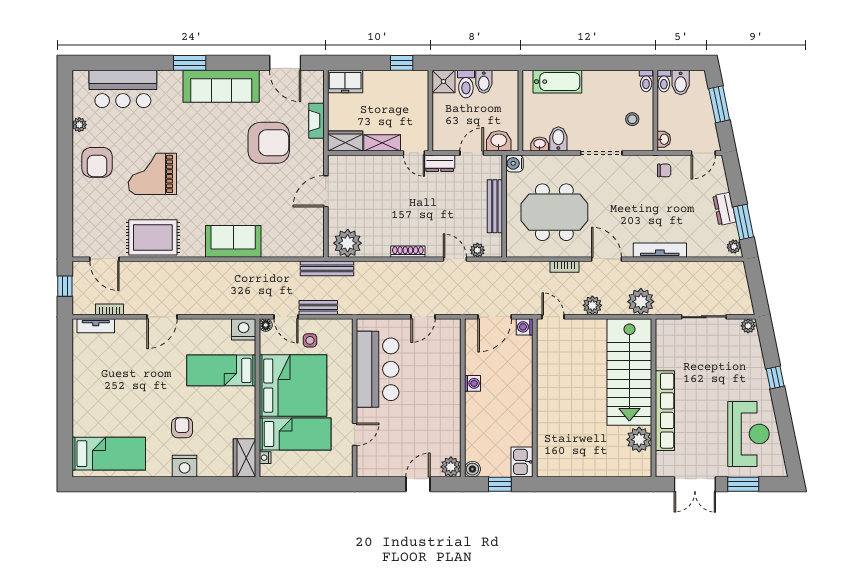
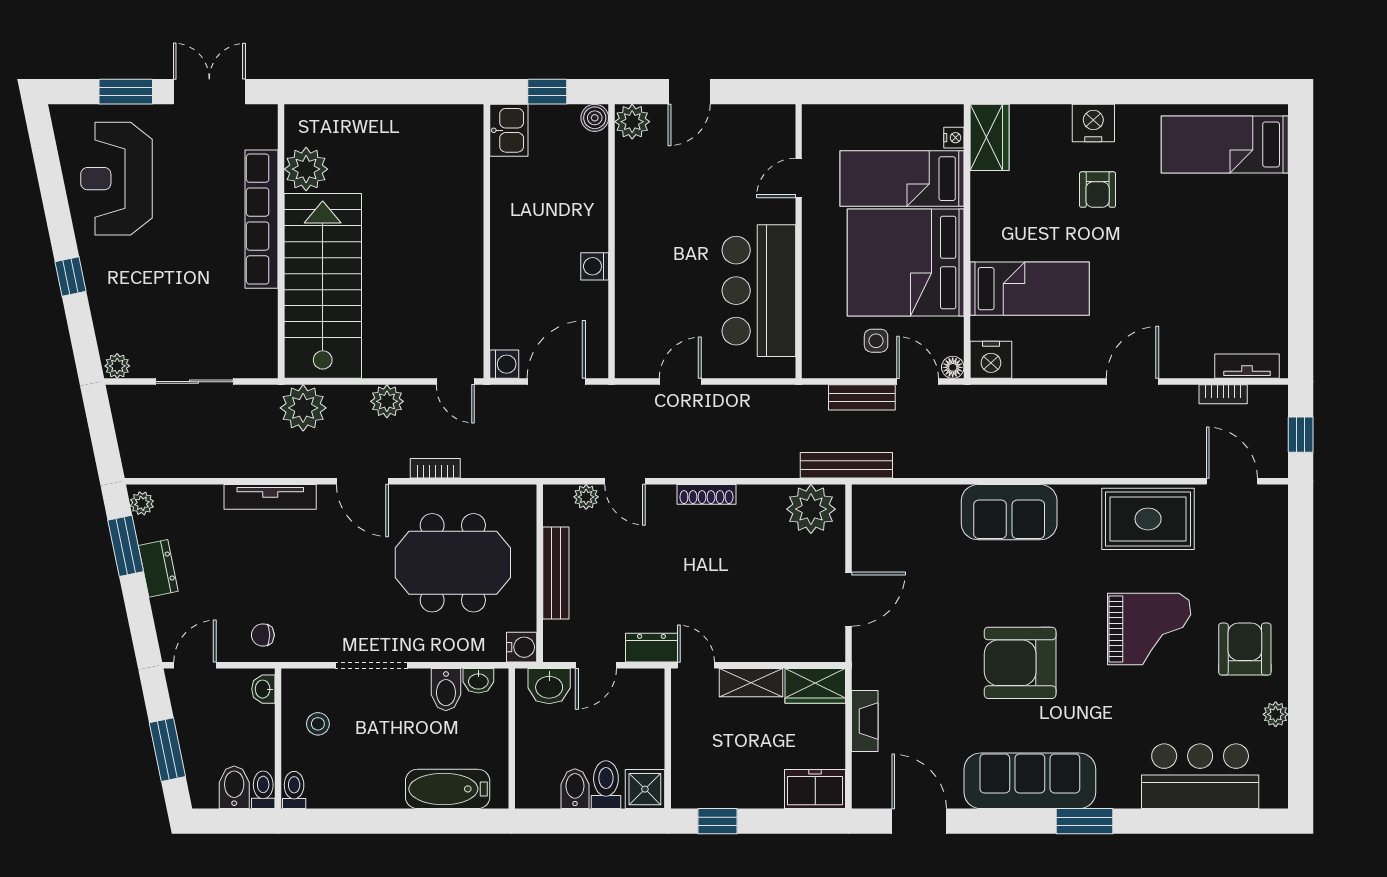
armchair: (269, 143) -> (1020, 663), moved

